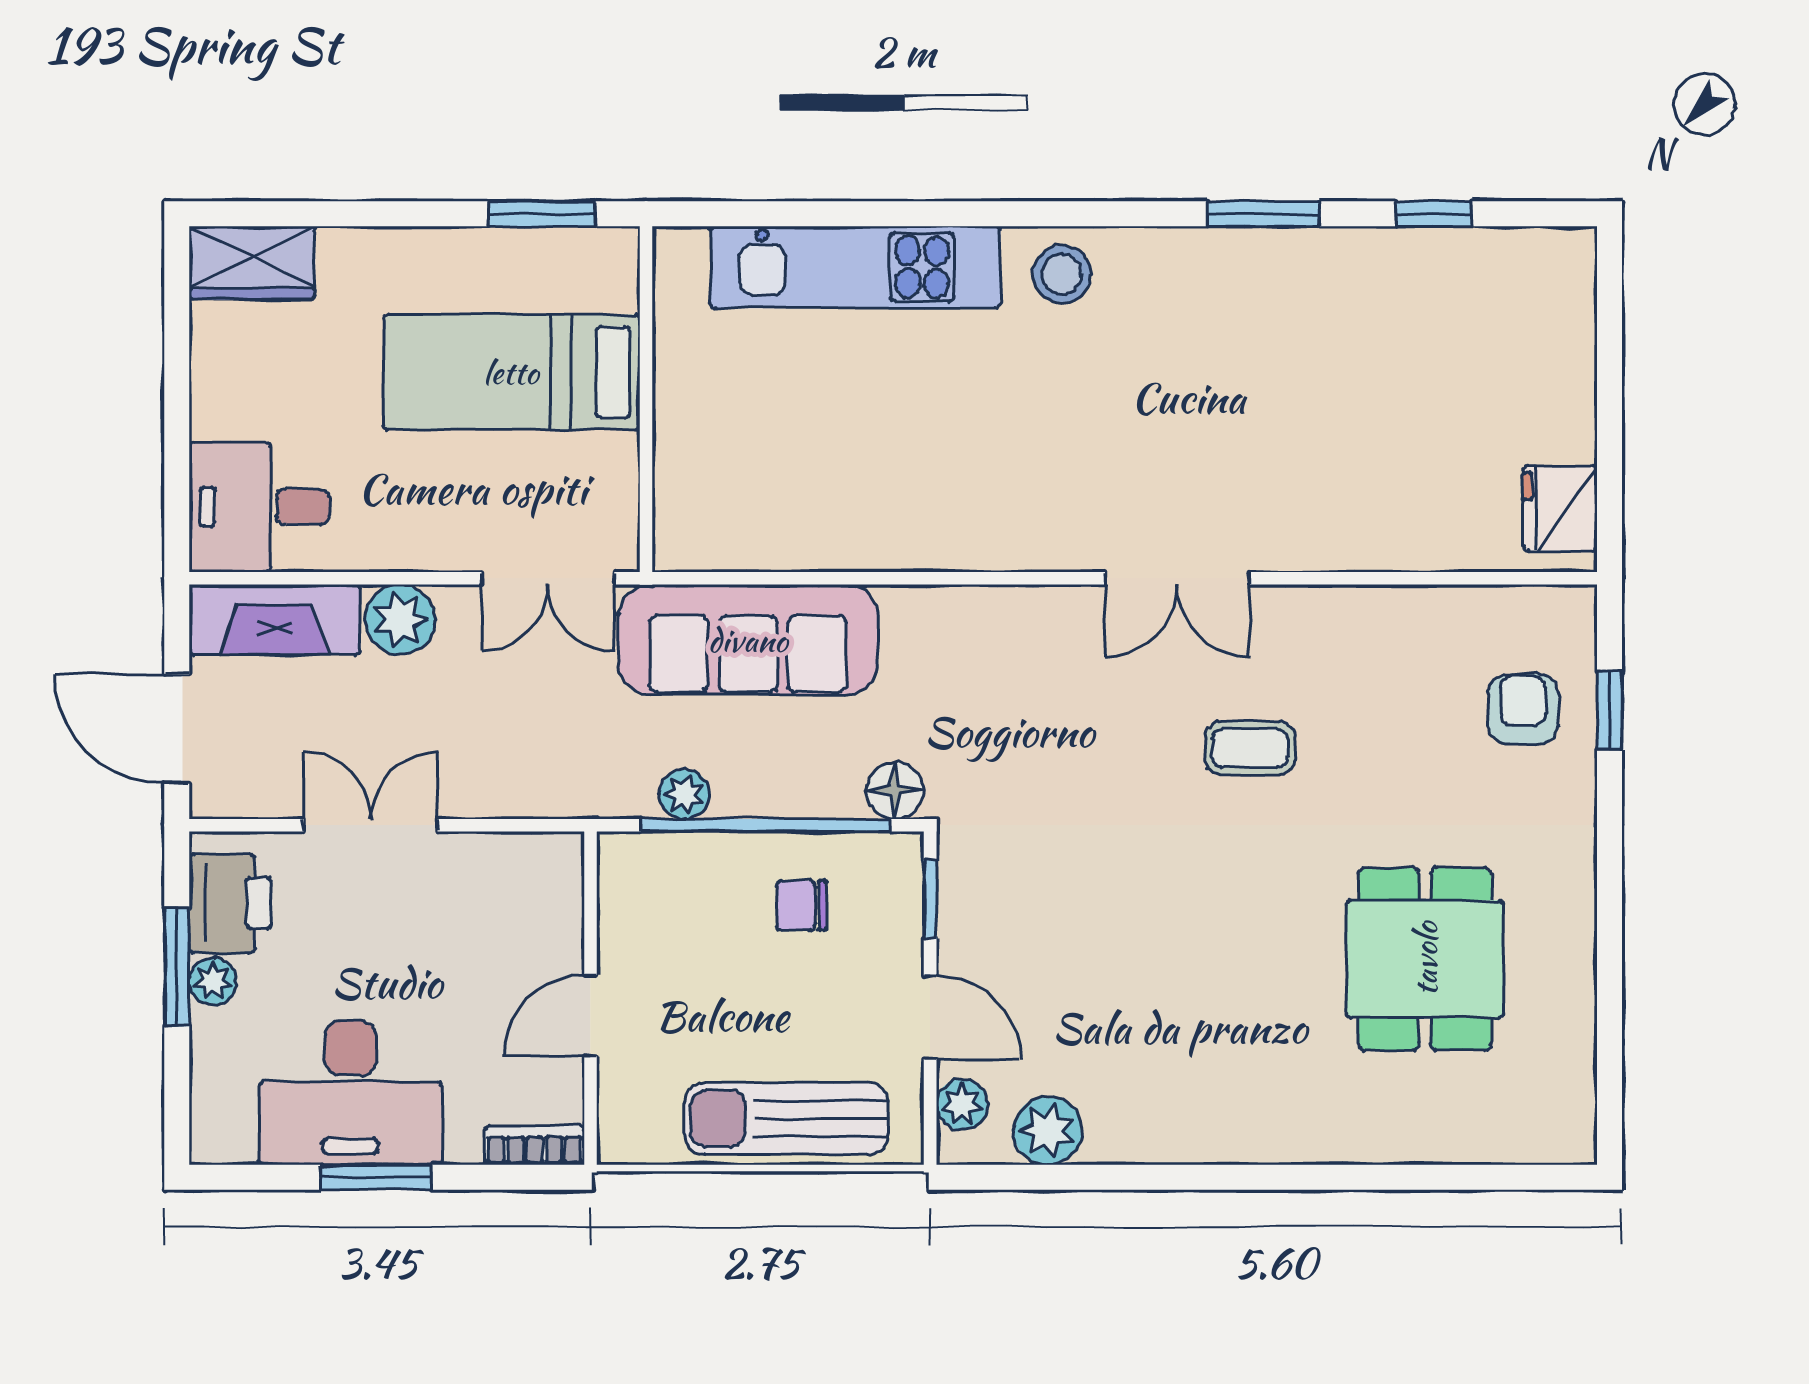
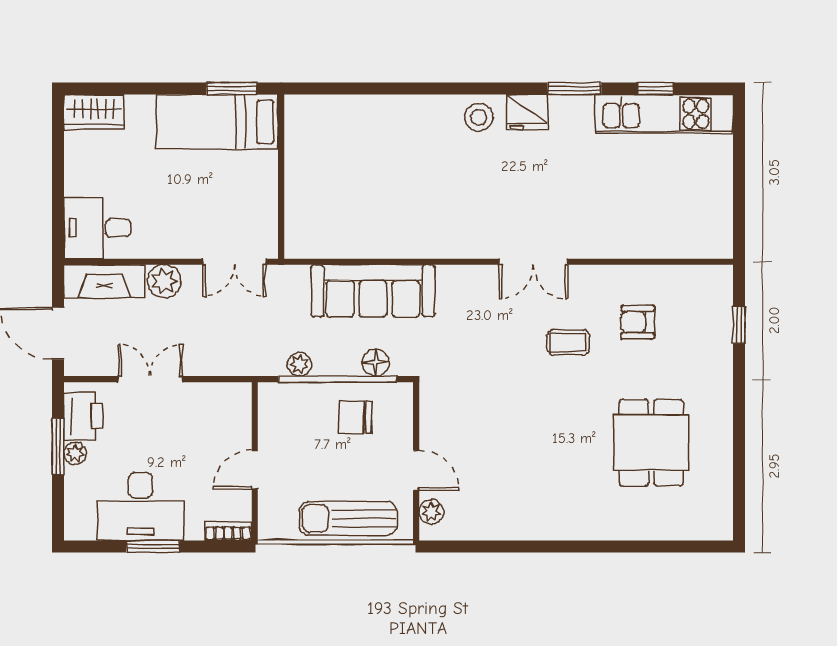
kitchen unit: (855, 267) -> (664, 114), moved
bed: (511, 372) -> (217, 122), moved
fridge: (1560, 508) -> (527, 112), moved, turned -90
sofa: (748, 640) -> (373, 291), moved
armchair: (1523, 709) -> (638, 322), moved, turned -90
floor lamp: (895, 790) -> (376, 363), moved
window: (930, 899) -> (416, 414), removed
chair: (802, 905) -> (355, 417), width x1.37, depth x1.37
plant: (1048, 1131) -> (472, 524), removed

